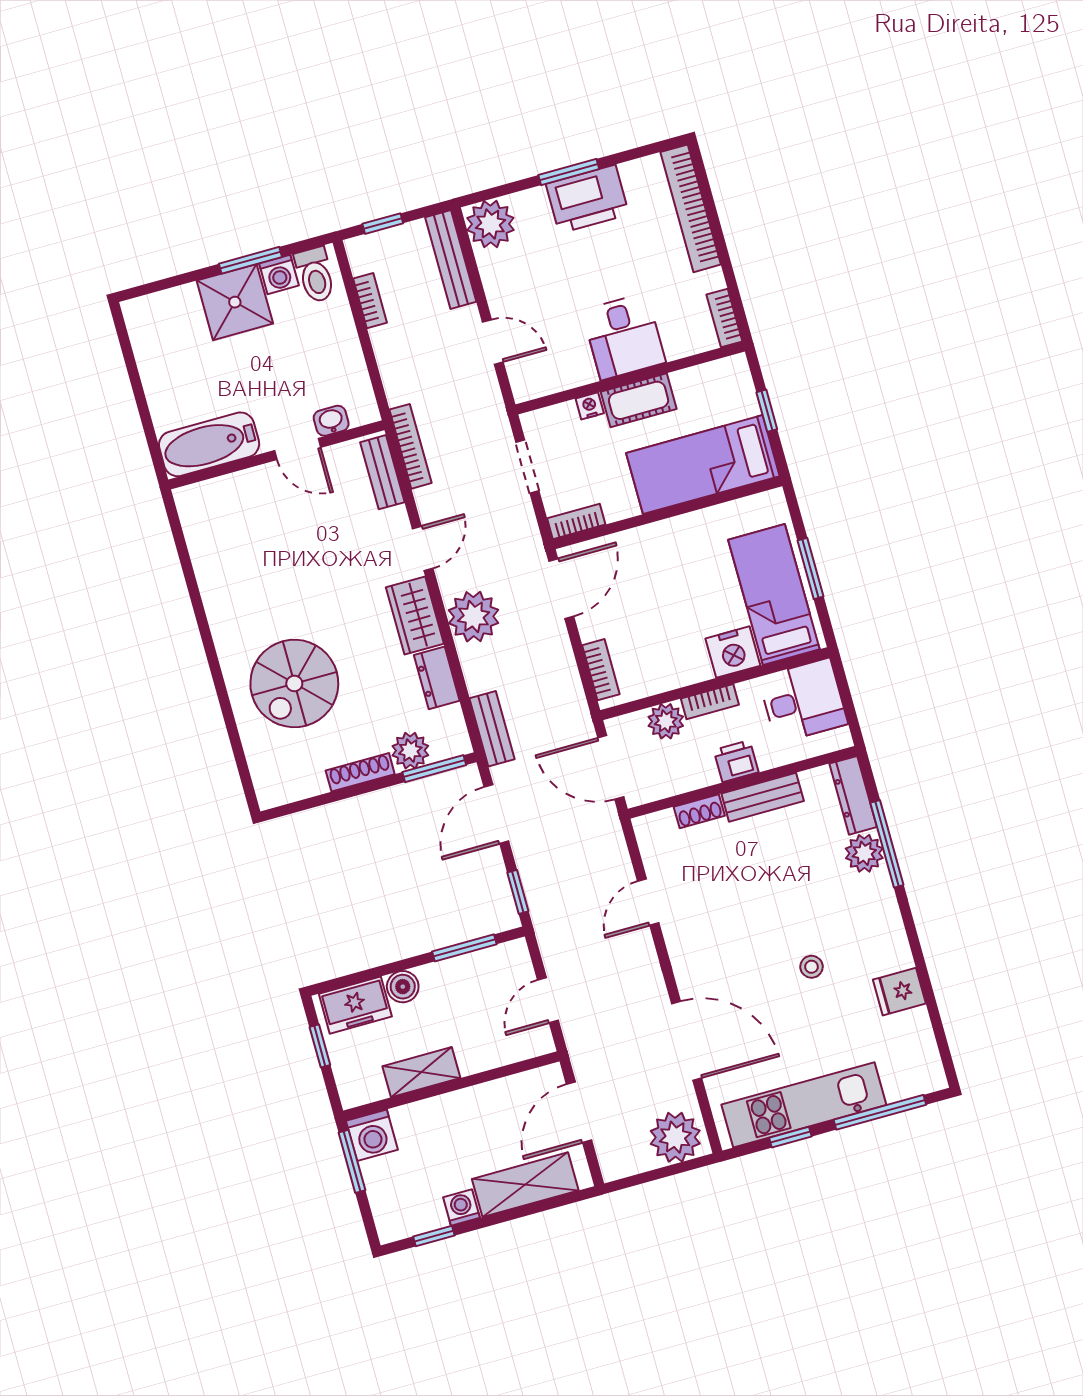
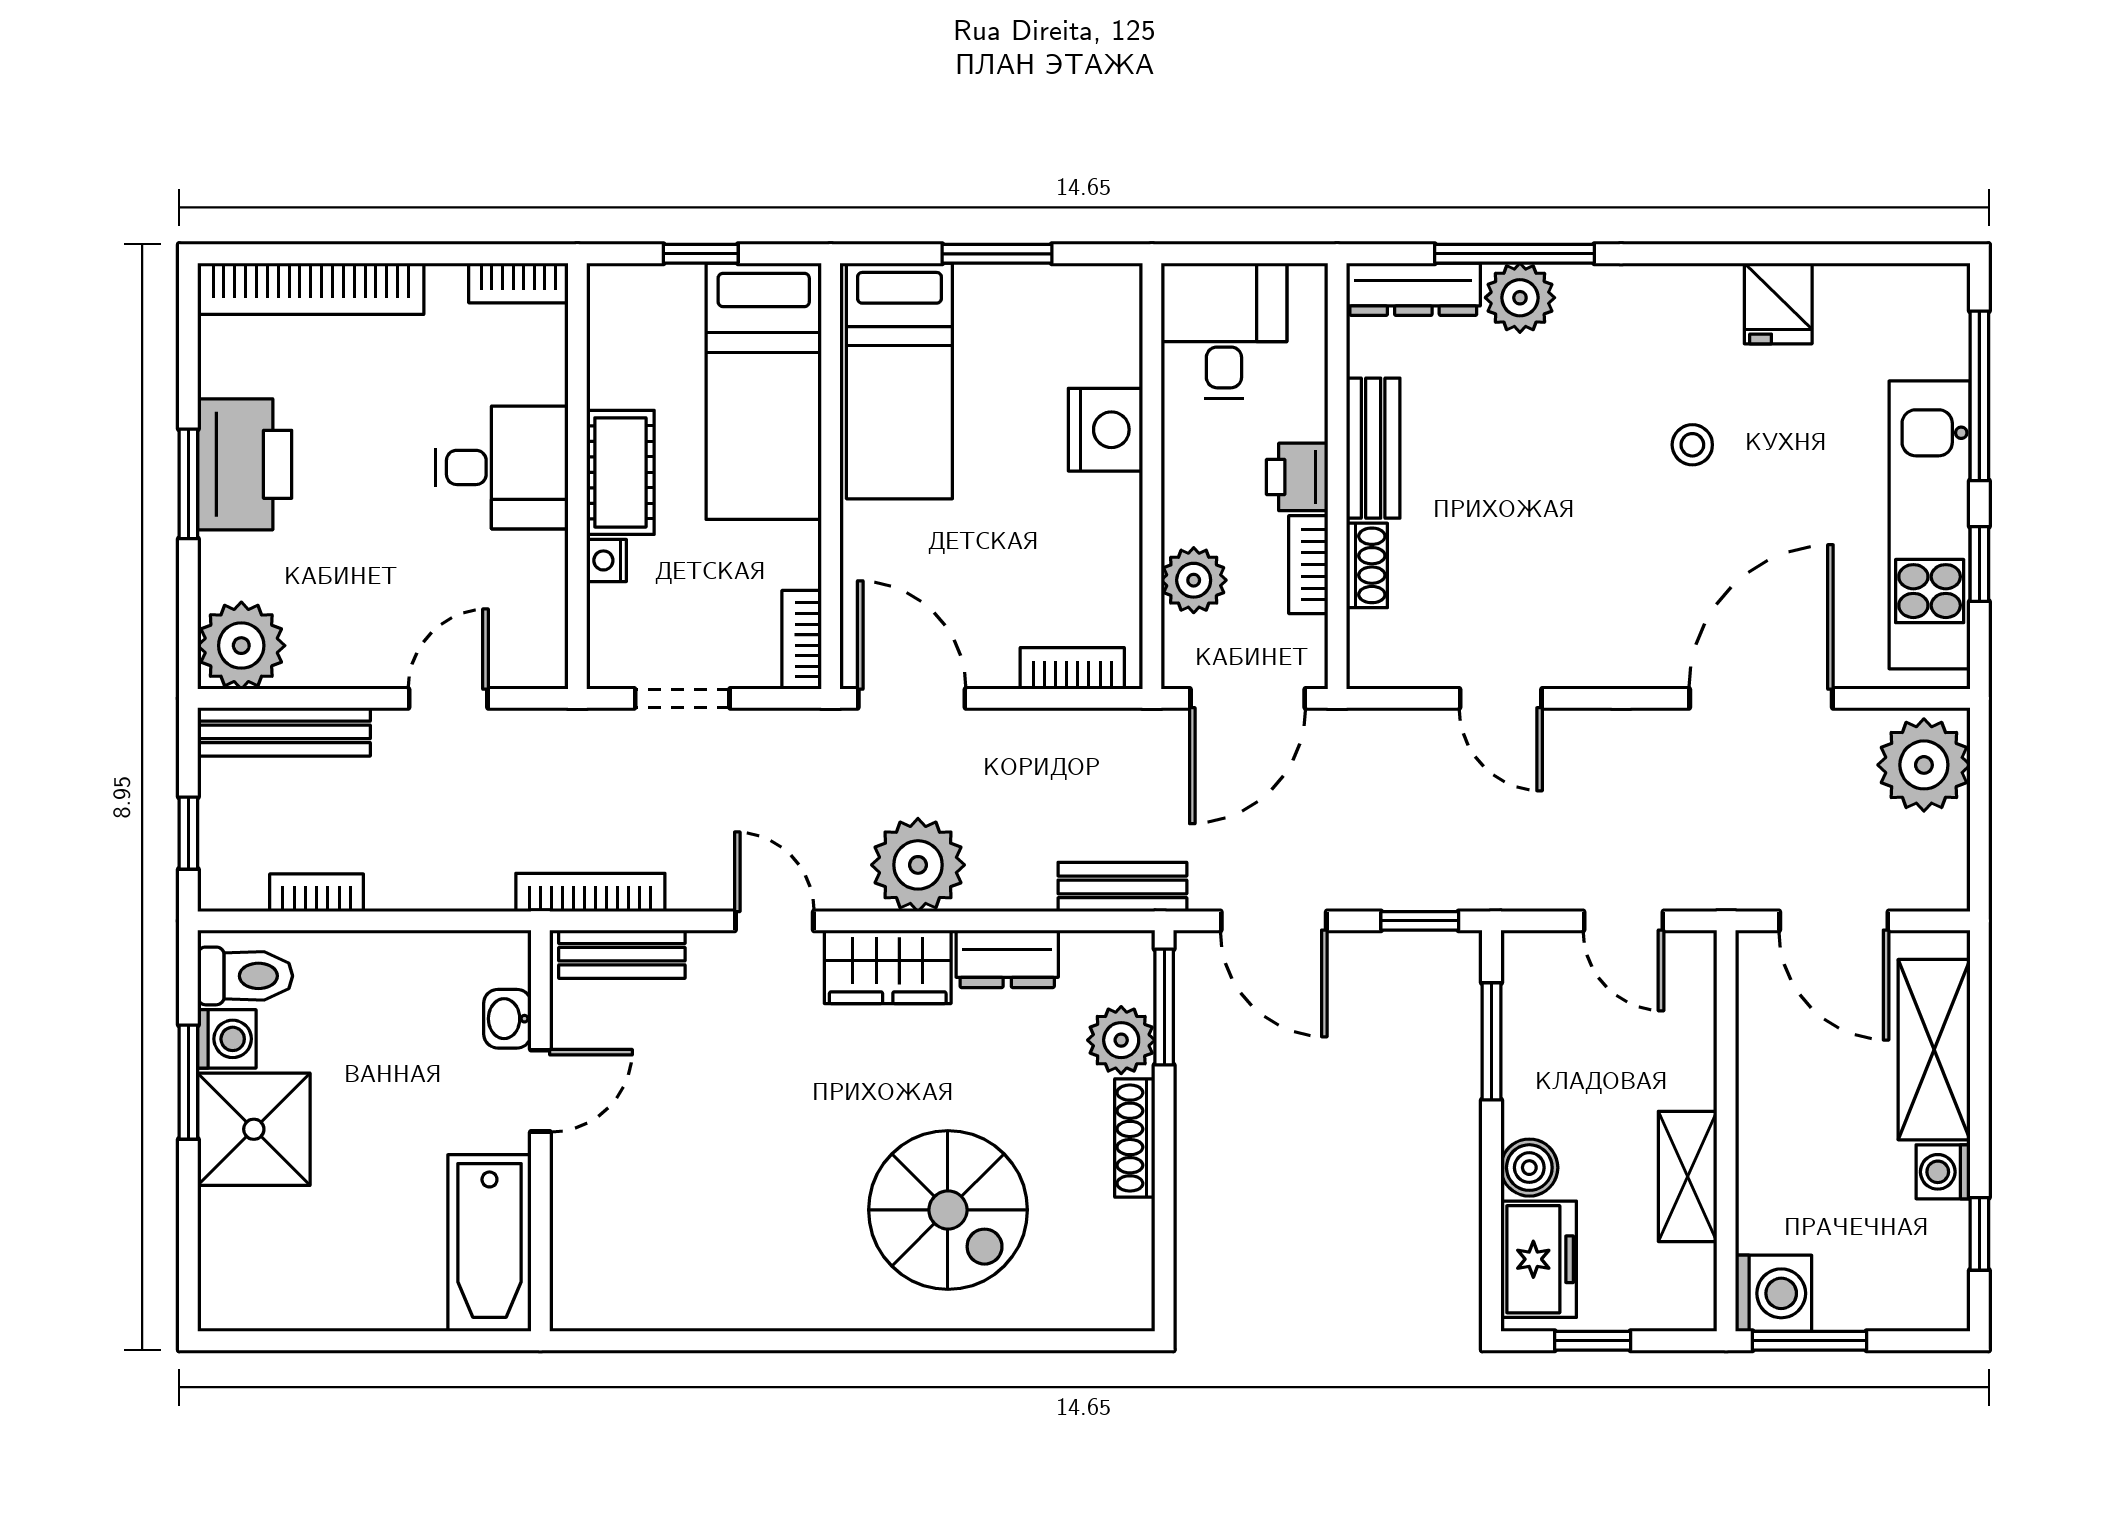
bed: (774, 594) -> (899, 381), moved, turned -90
bookcase: (710, 702) -> (1308, 565), moved, turned 180

